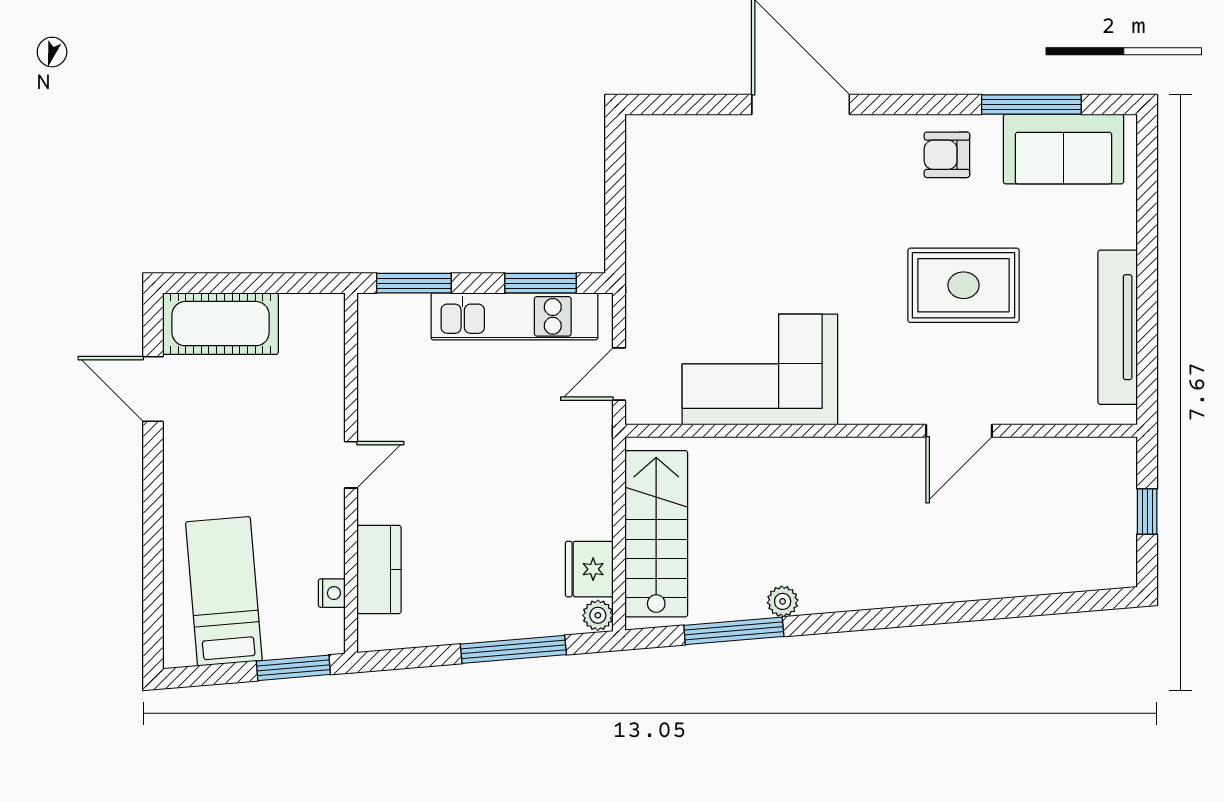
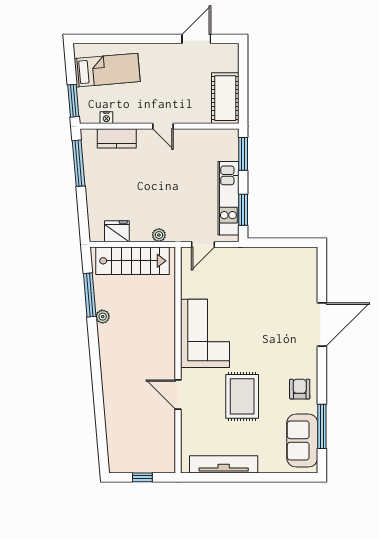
cot: (221, 324) -> (225, 98), moved
corner sofa: (760, 369) -> (205, 333), moved
door: (619, 374) -> (203, 244), swing flipped
plant: (598, 615) -> (159, 235), moved
window: (513, 649) -> (79, 163), moved

